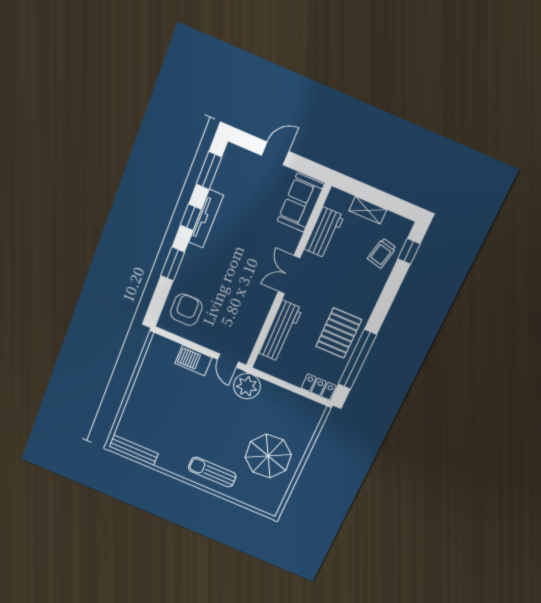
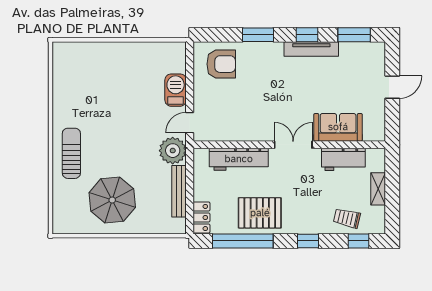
door: (275, 153) -> (392, 87), hinge flipped
sofa: (301, 203) -> (338, 127), moved
window: (386, 300) -> (308, 241), added
bench: (133, 450) -> (179, 191), moved

